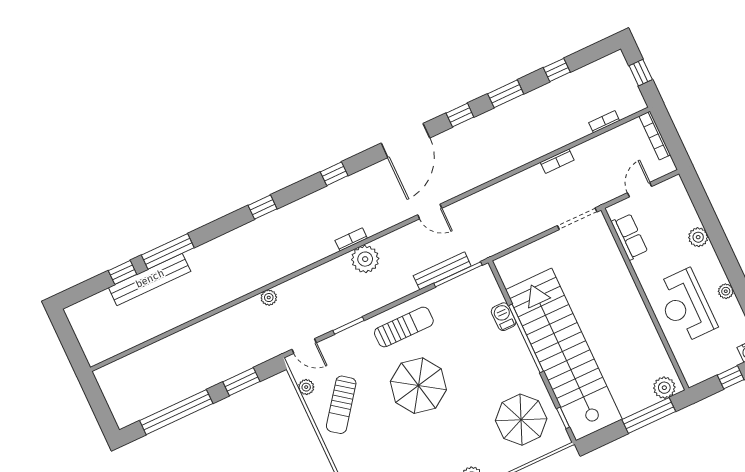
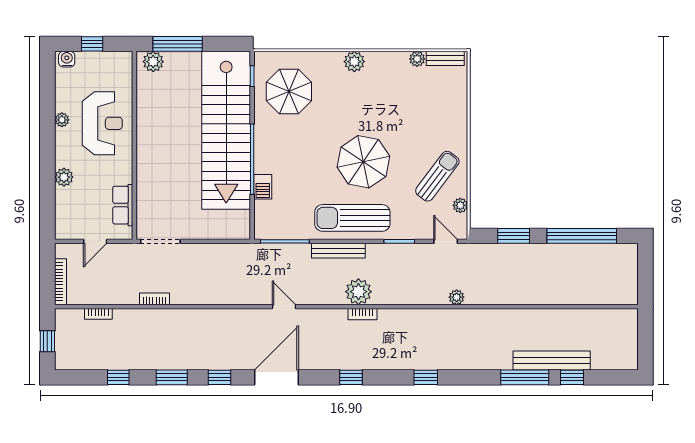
bench: (442, 271) -> (338, 251), moved
sun lounger: (404, 327) -> (352, 218), width x1.36, depth x1.34

